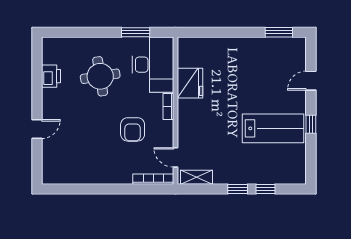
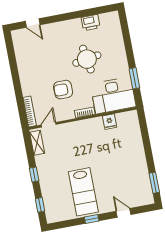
round table: (100, 76) -> (87, 59), moved
fridge: (190, 83) -> (110, 122), width x0.53, depth x0.75
door: (37, 129) -> (33, 23), moved
window: (265, 189) -> (40, 205), moved

